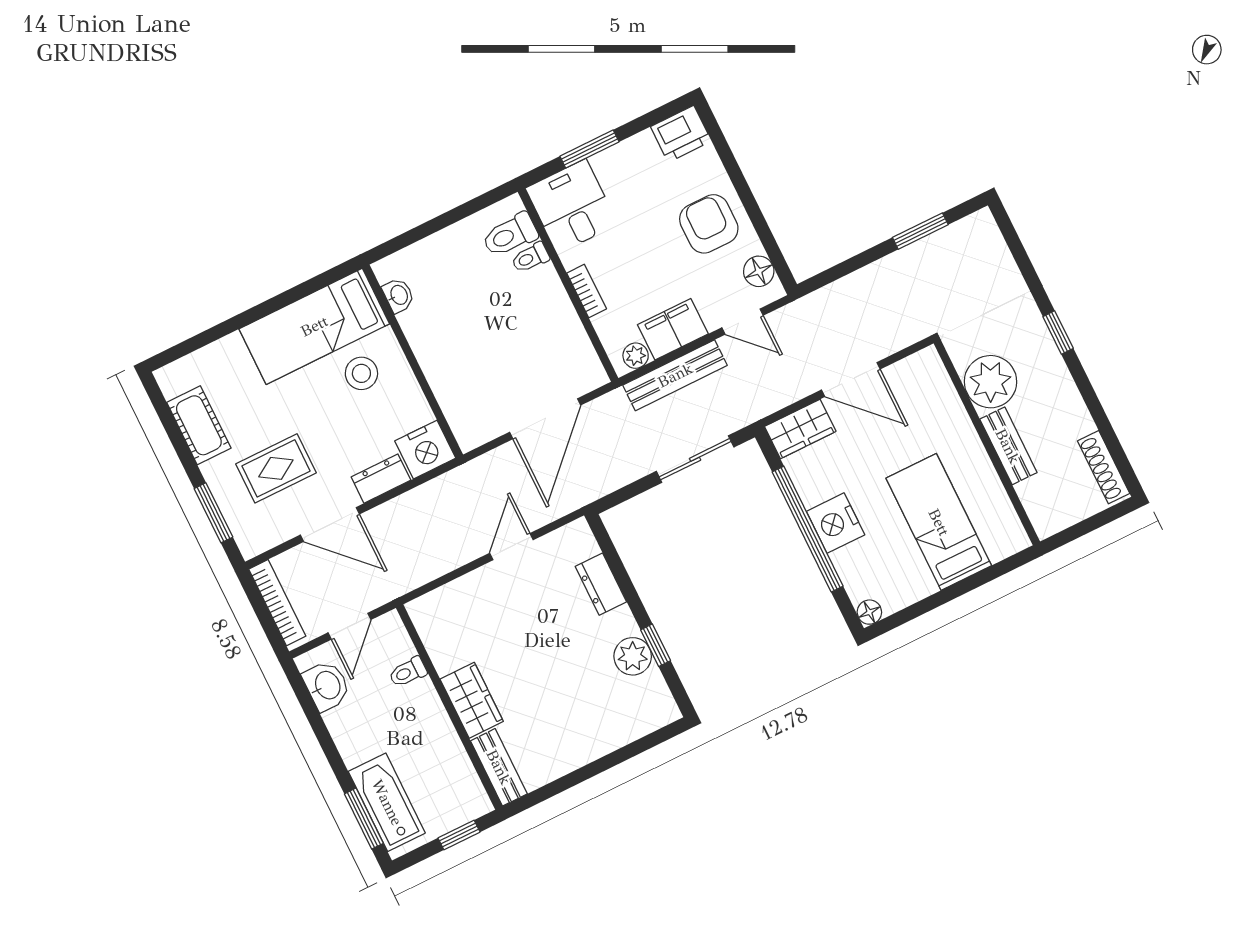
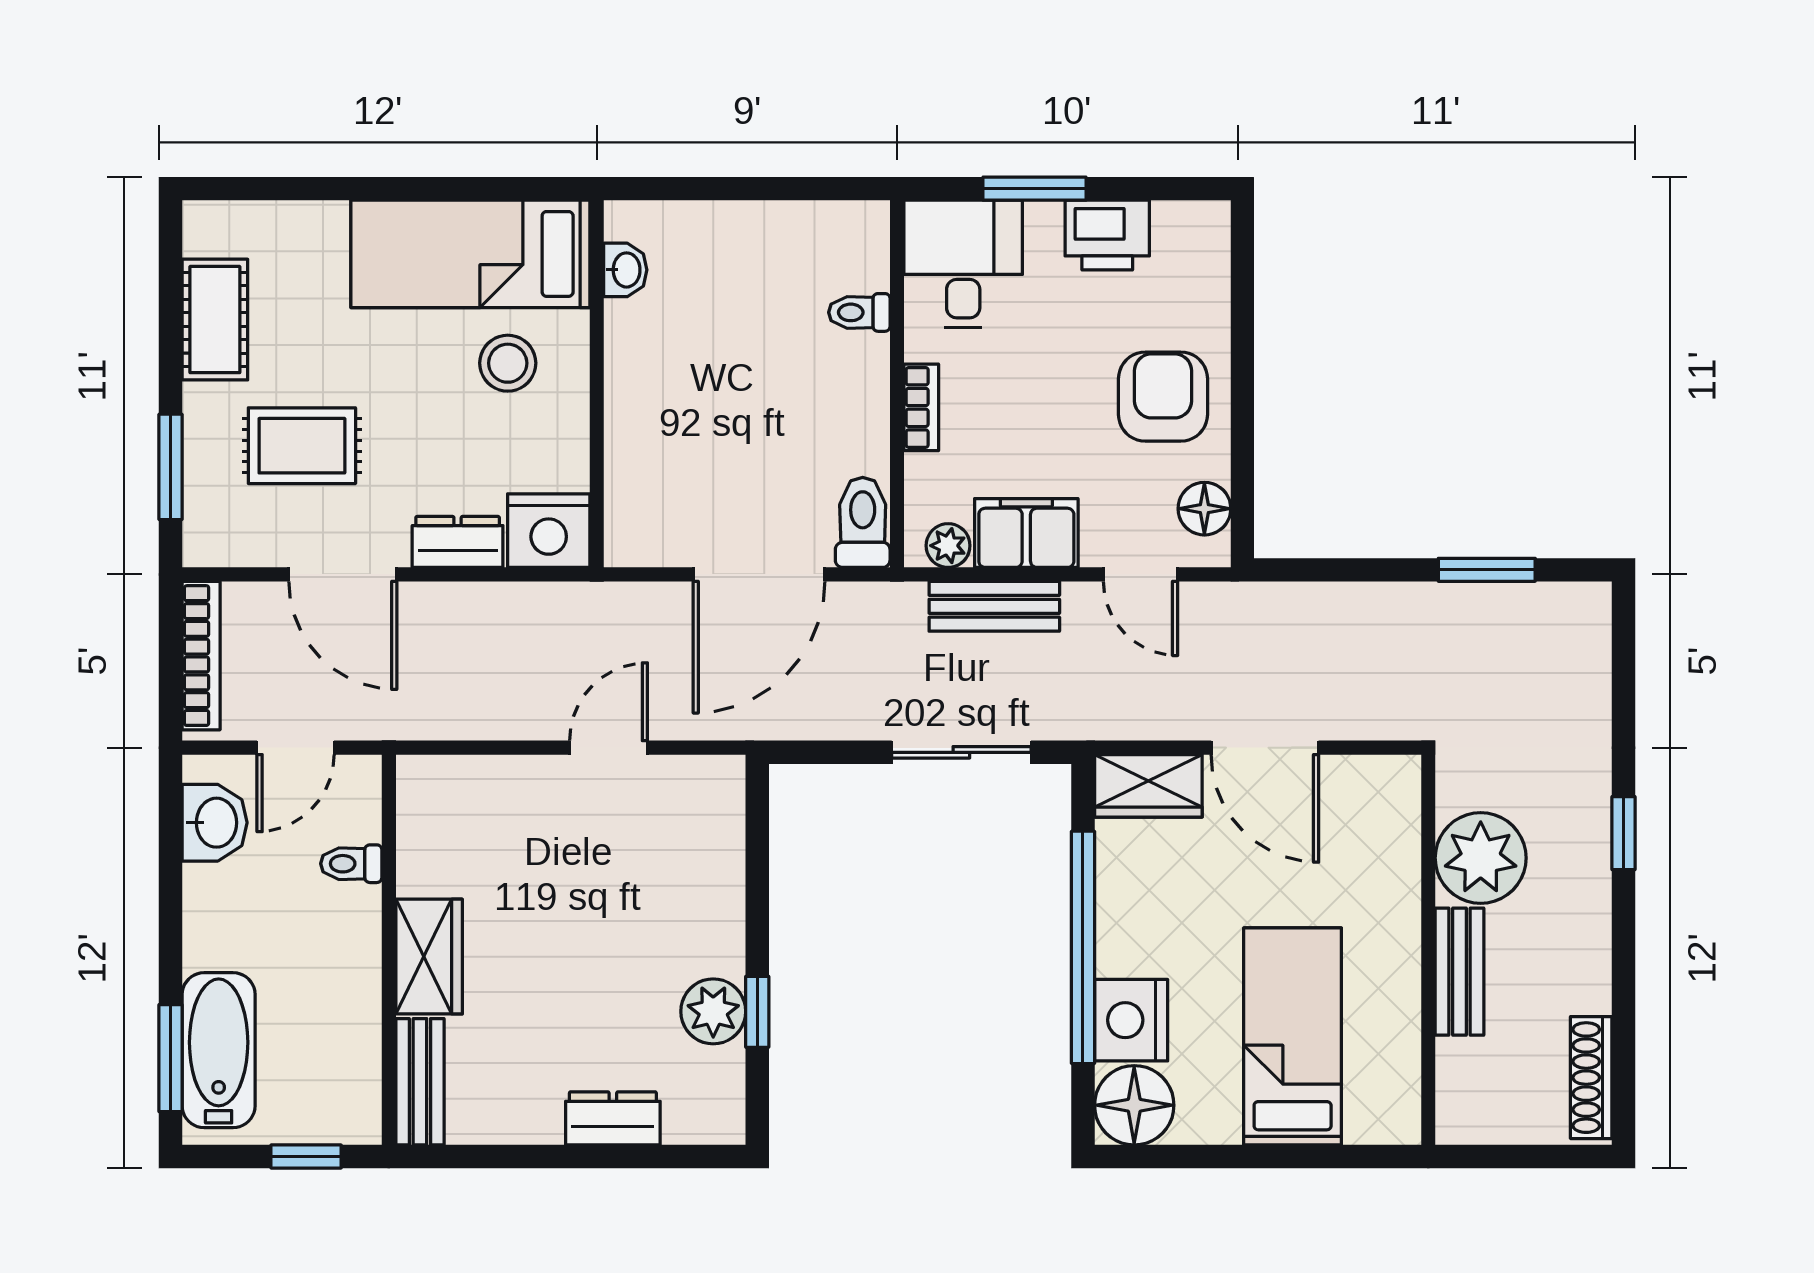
printer: (681, 134) -> (1107, 235), moved
toilet: (510, 235) -> (863, 522), moved, turned 90
bench: (675, 375) -> (994, 606), width x0.73
nightstand: (836, 523) -> (1131, 1020), moved
dresser: (601, 584) -> (613, 1118), moved, turned 90
floor lamp: (869, 612) -> (1134, 1105), width x1.89, depth x1.89

